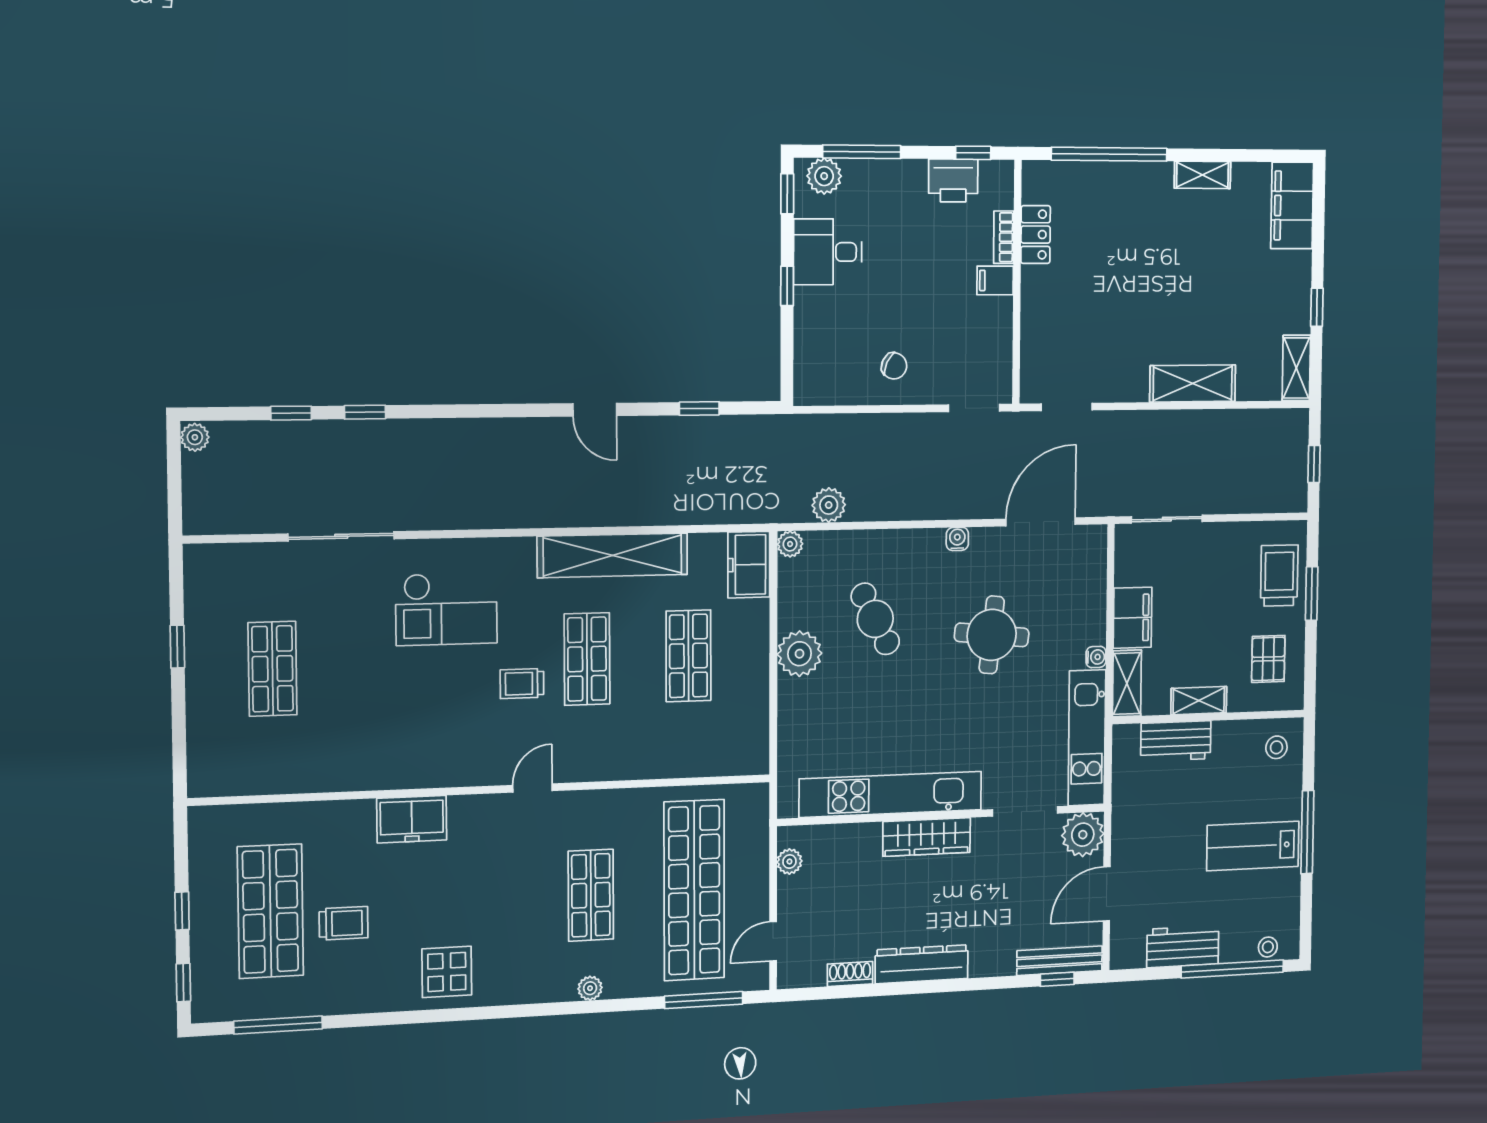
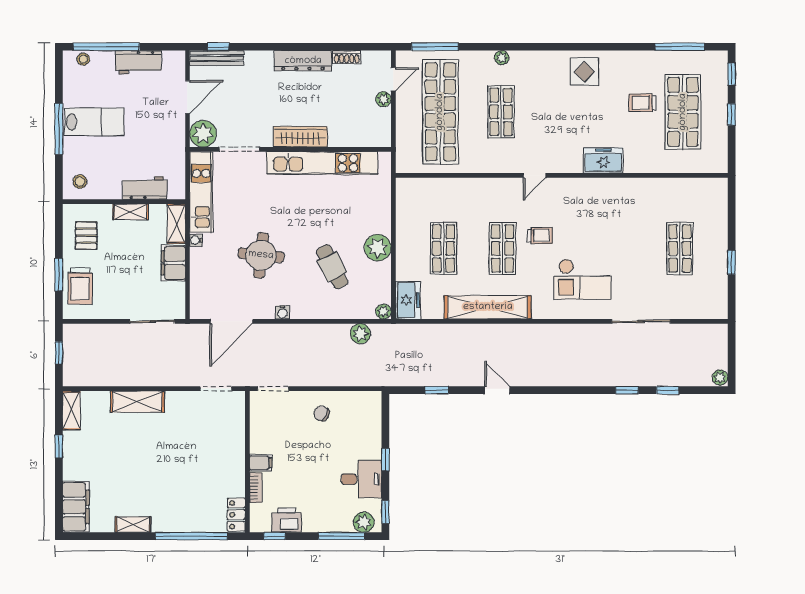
locker: (1036, 235) -> (236, 515), moved
checkout: (446, 609) -> (583, 279), turned 180
plant: (789, 862) -> (383, 99), moved

